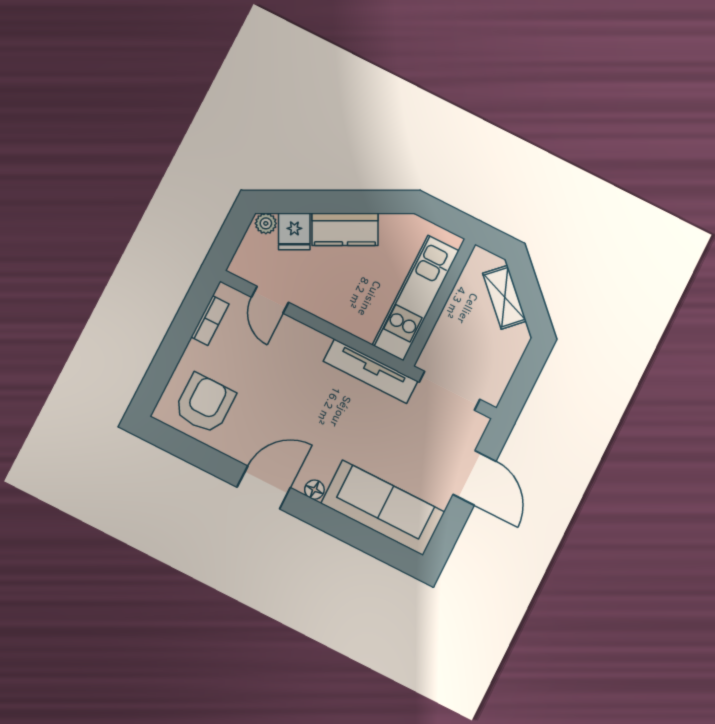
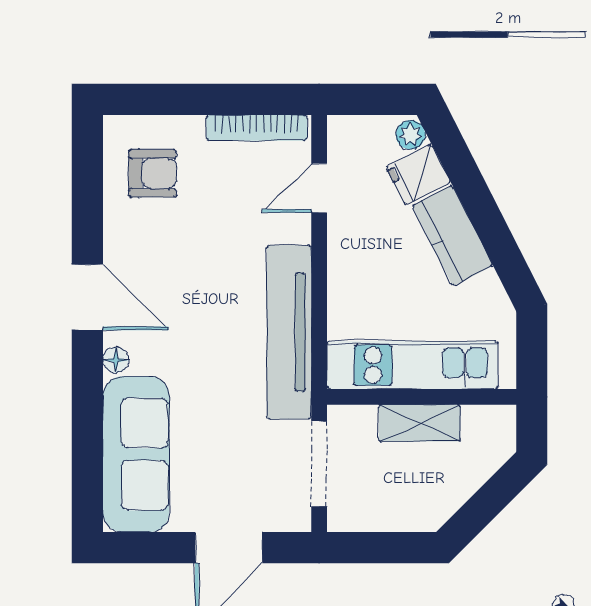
shelving: (505, 297) -> (419, 423), moved, turned 45
bookcase: (210, 320) -> (257, 128), width x1.56
tv unit: (370, 371) -> (289, 332), width x1.36, depth x1.29
armchair: (205, 404) -> (152, 173), width x0.72, depth x0.72

